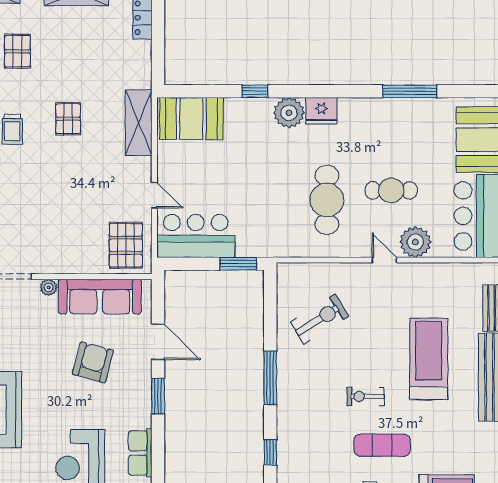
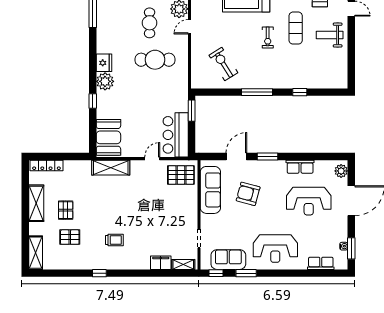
pallet: (68, 119) -> (66, 210), moved, turned 90
plant: (49, 287) -> (205, 219), removed

